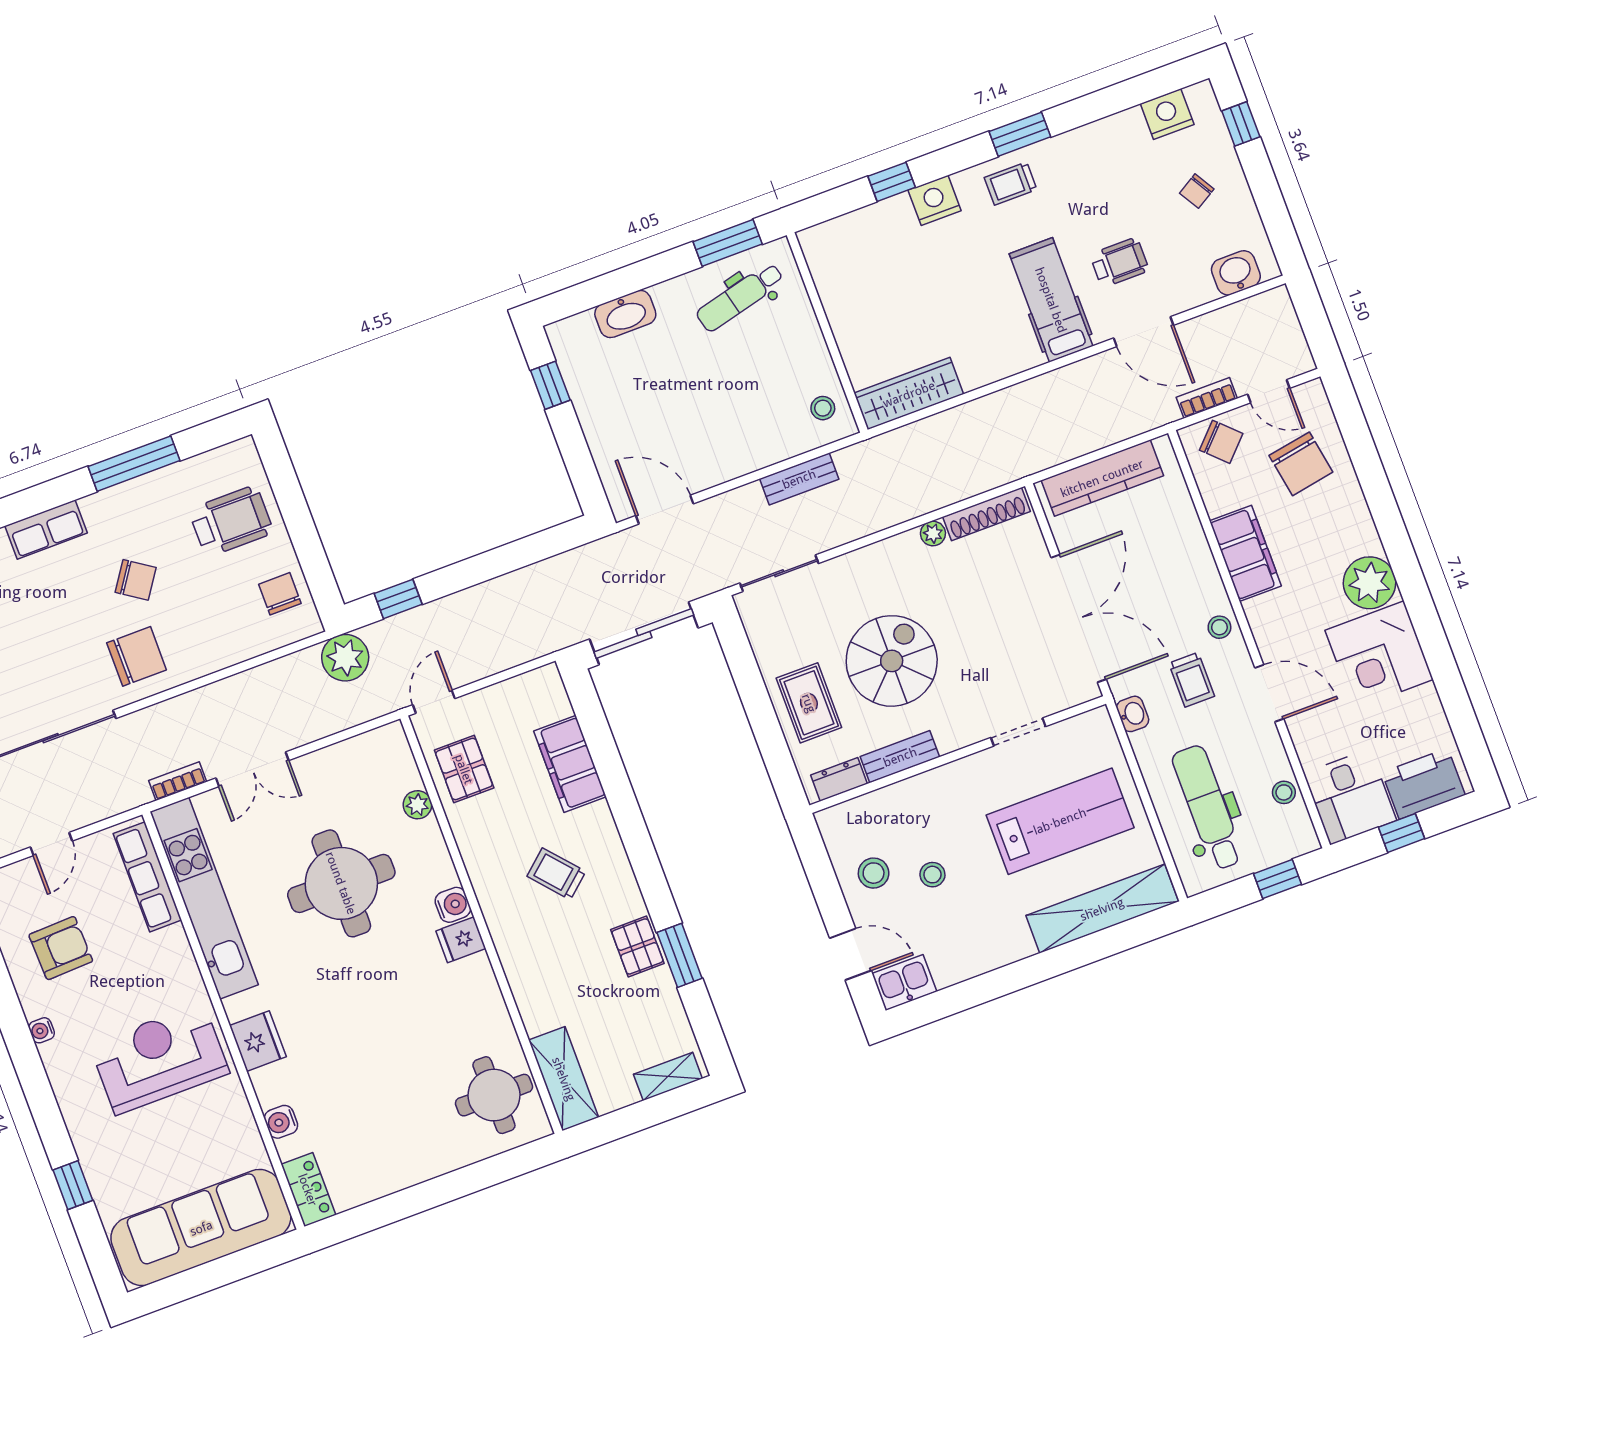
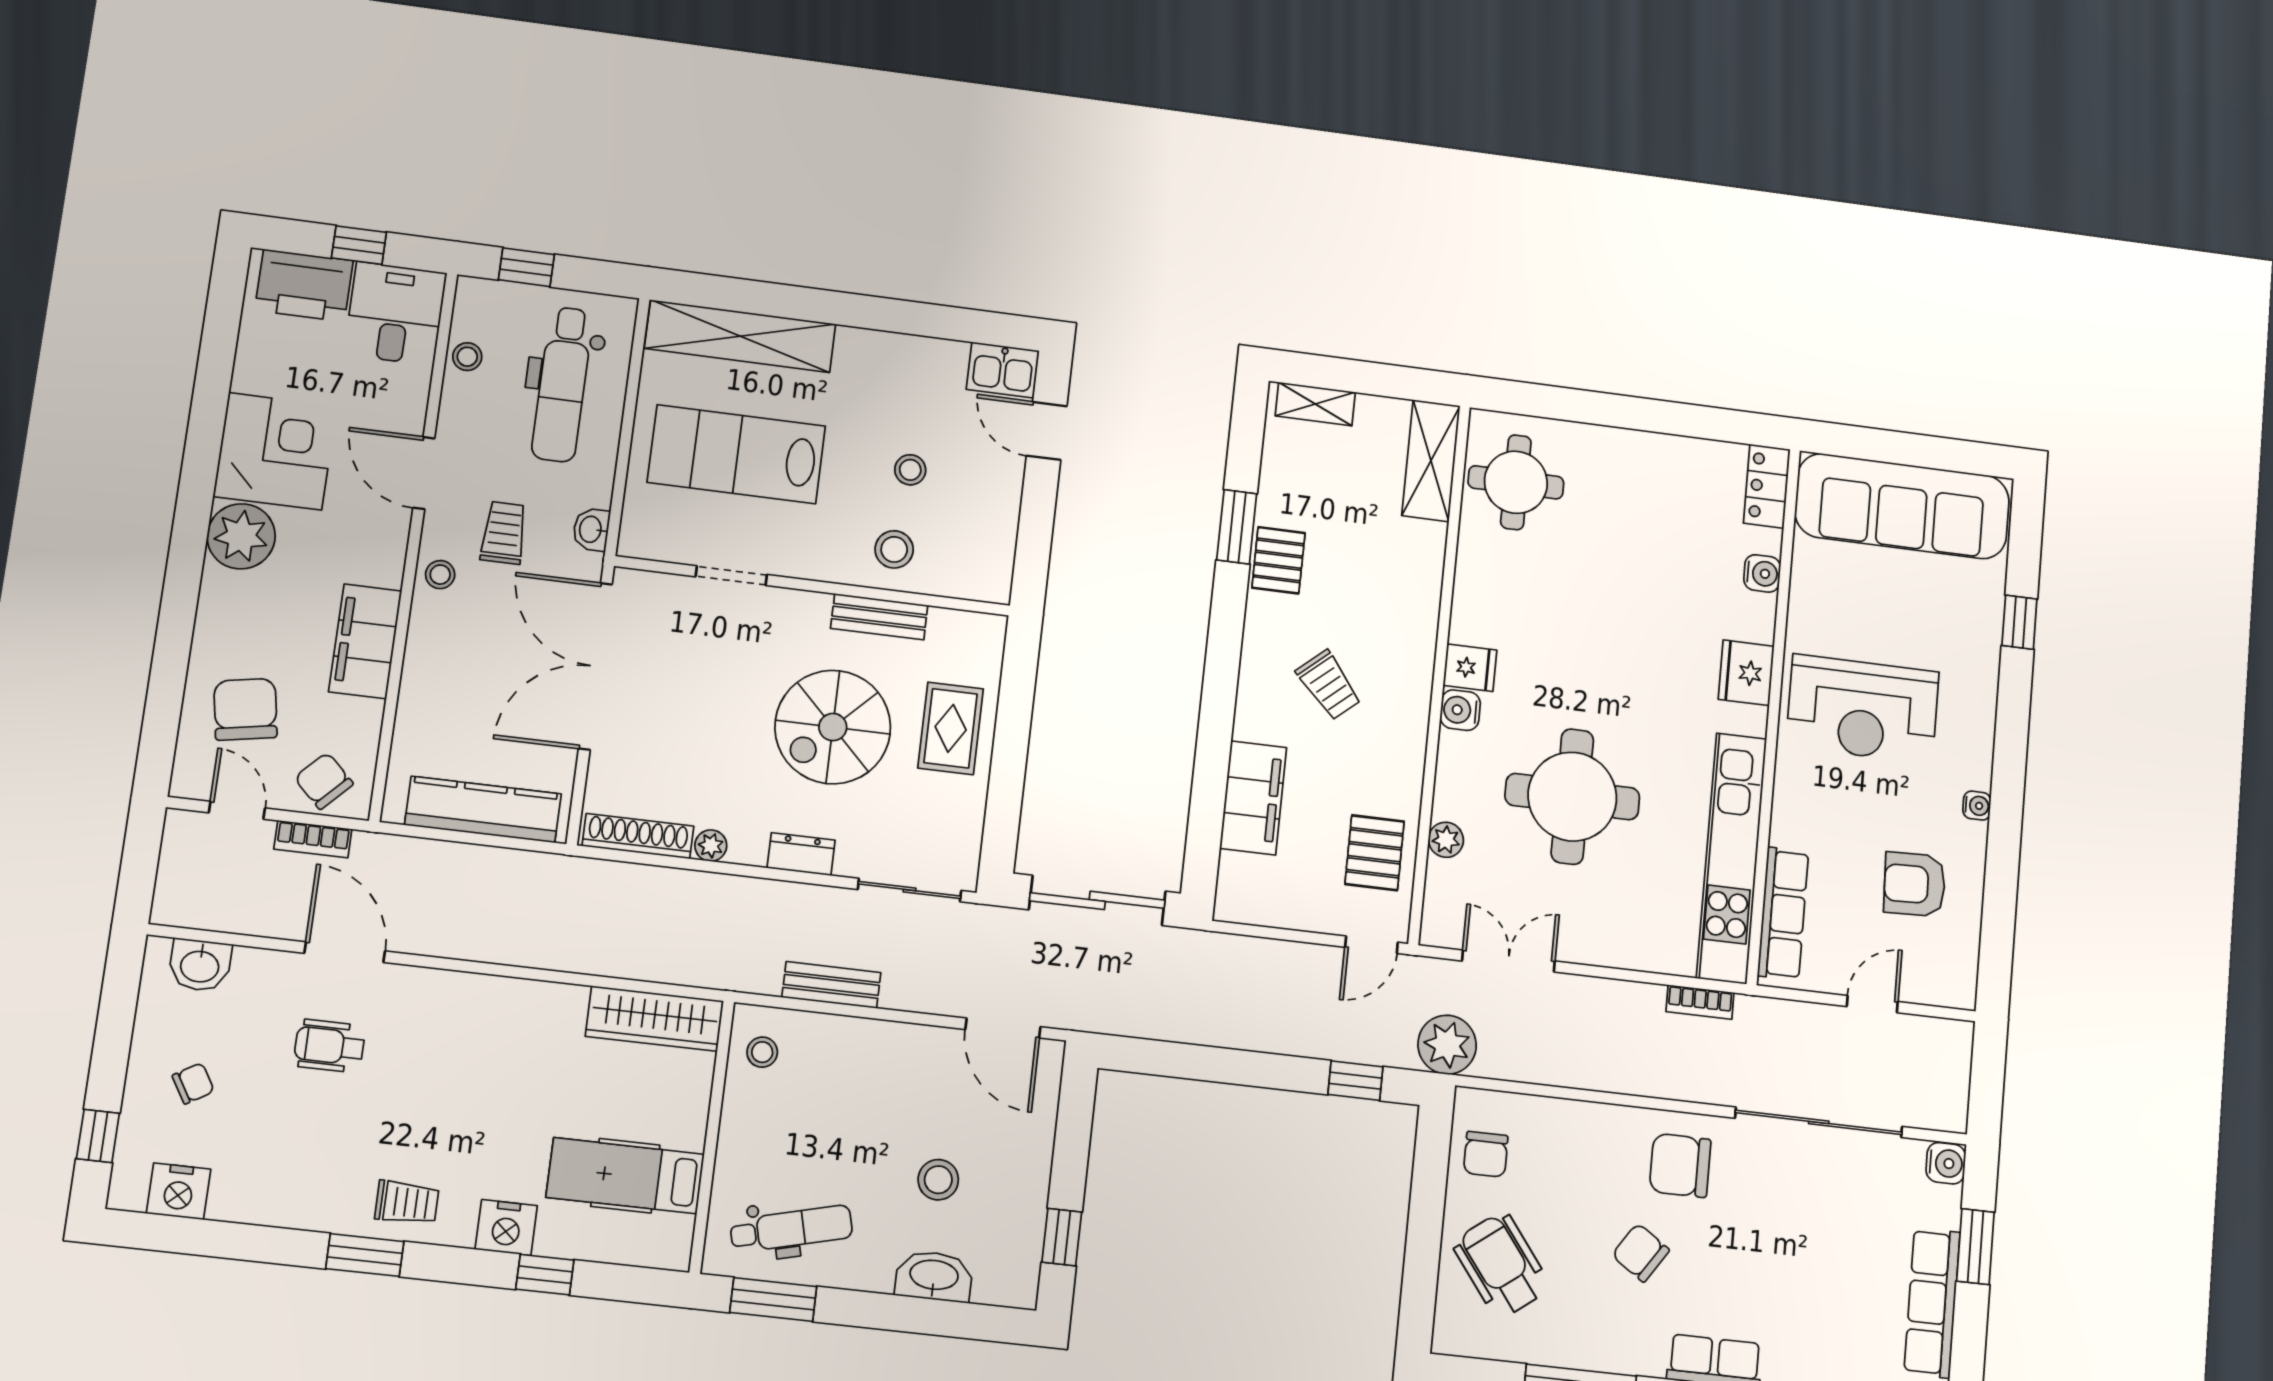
hospital bed: (1051, 300) -> (625, 1176), moved, turned 90
stool: (656, 382) -> (938, 1180), added
wheelchair: (231, 521) -> (1501, 1265), turned 53
double door: (252, 769) -> (1508, 961), moved
dresser: (839, 779) -> (801, 854), moved, turned 180
stool: (874, 873) -> (894, 549), moved

